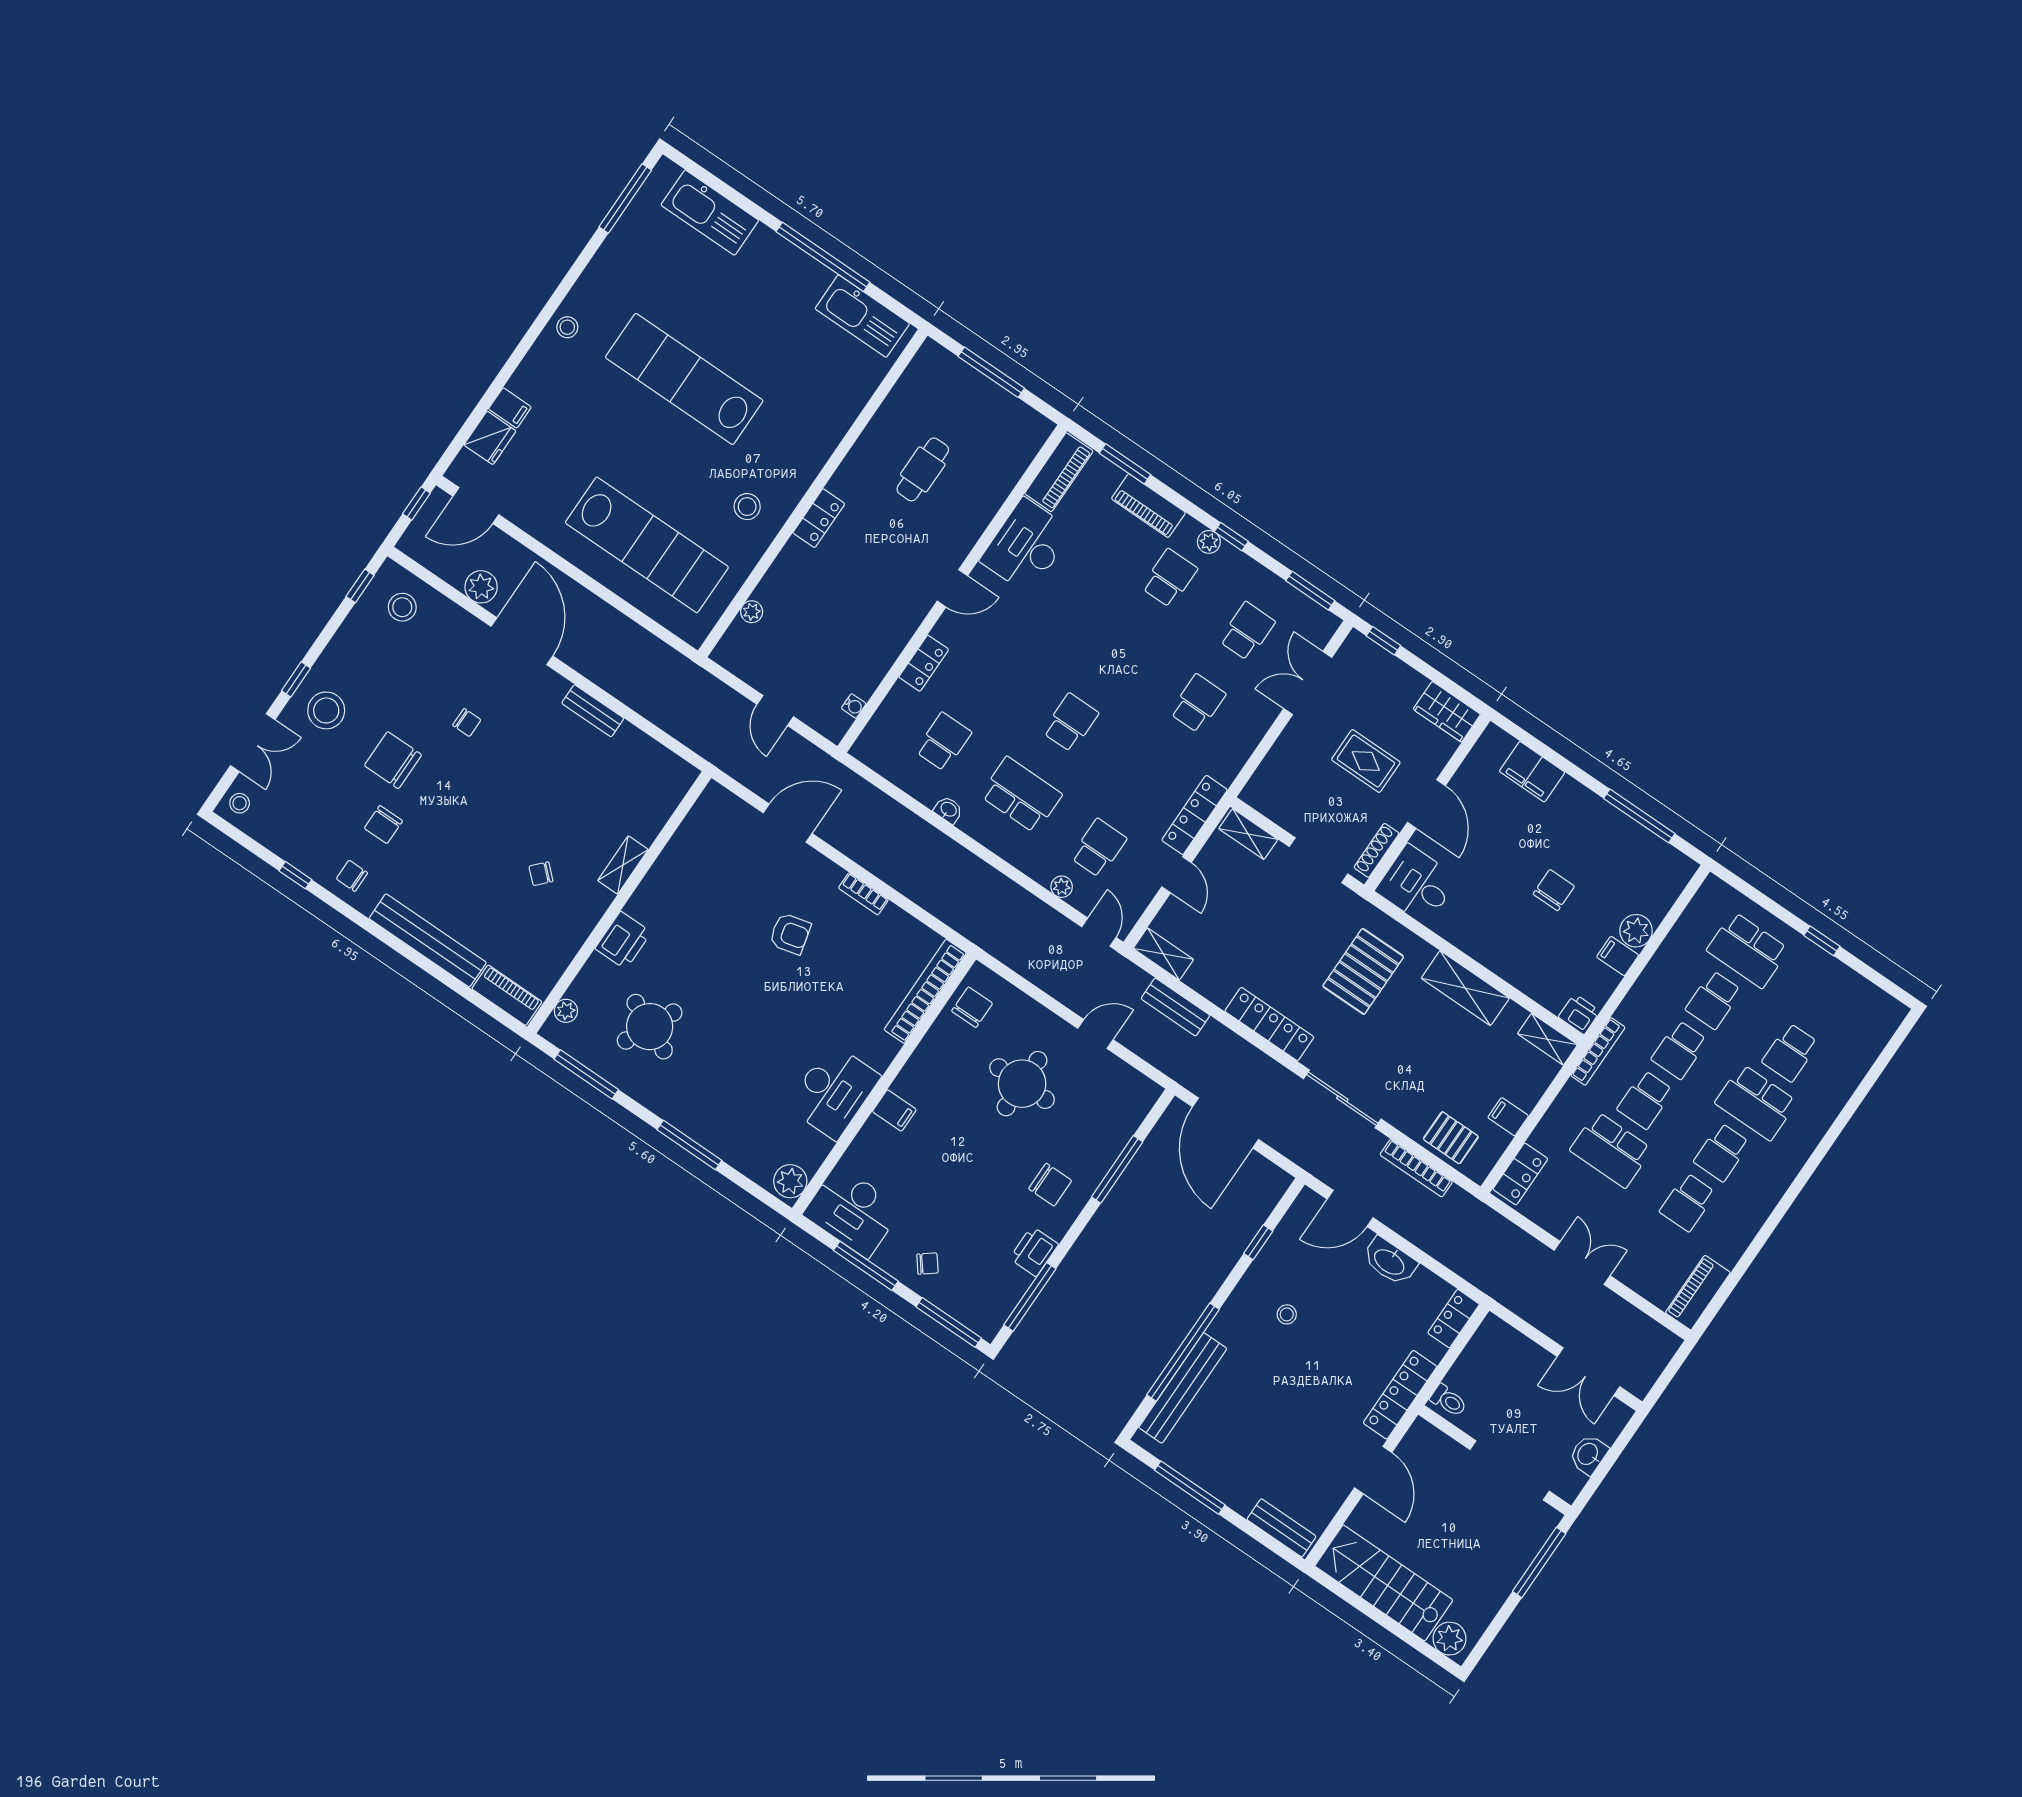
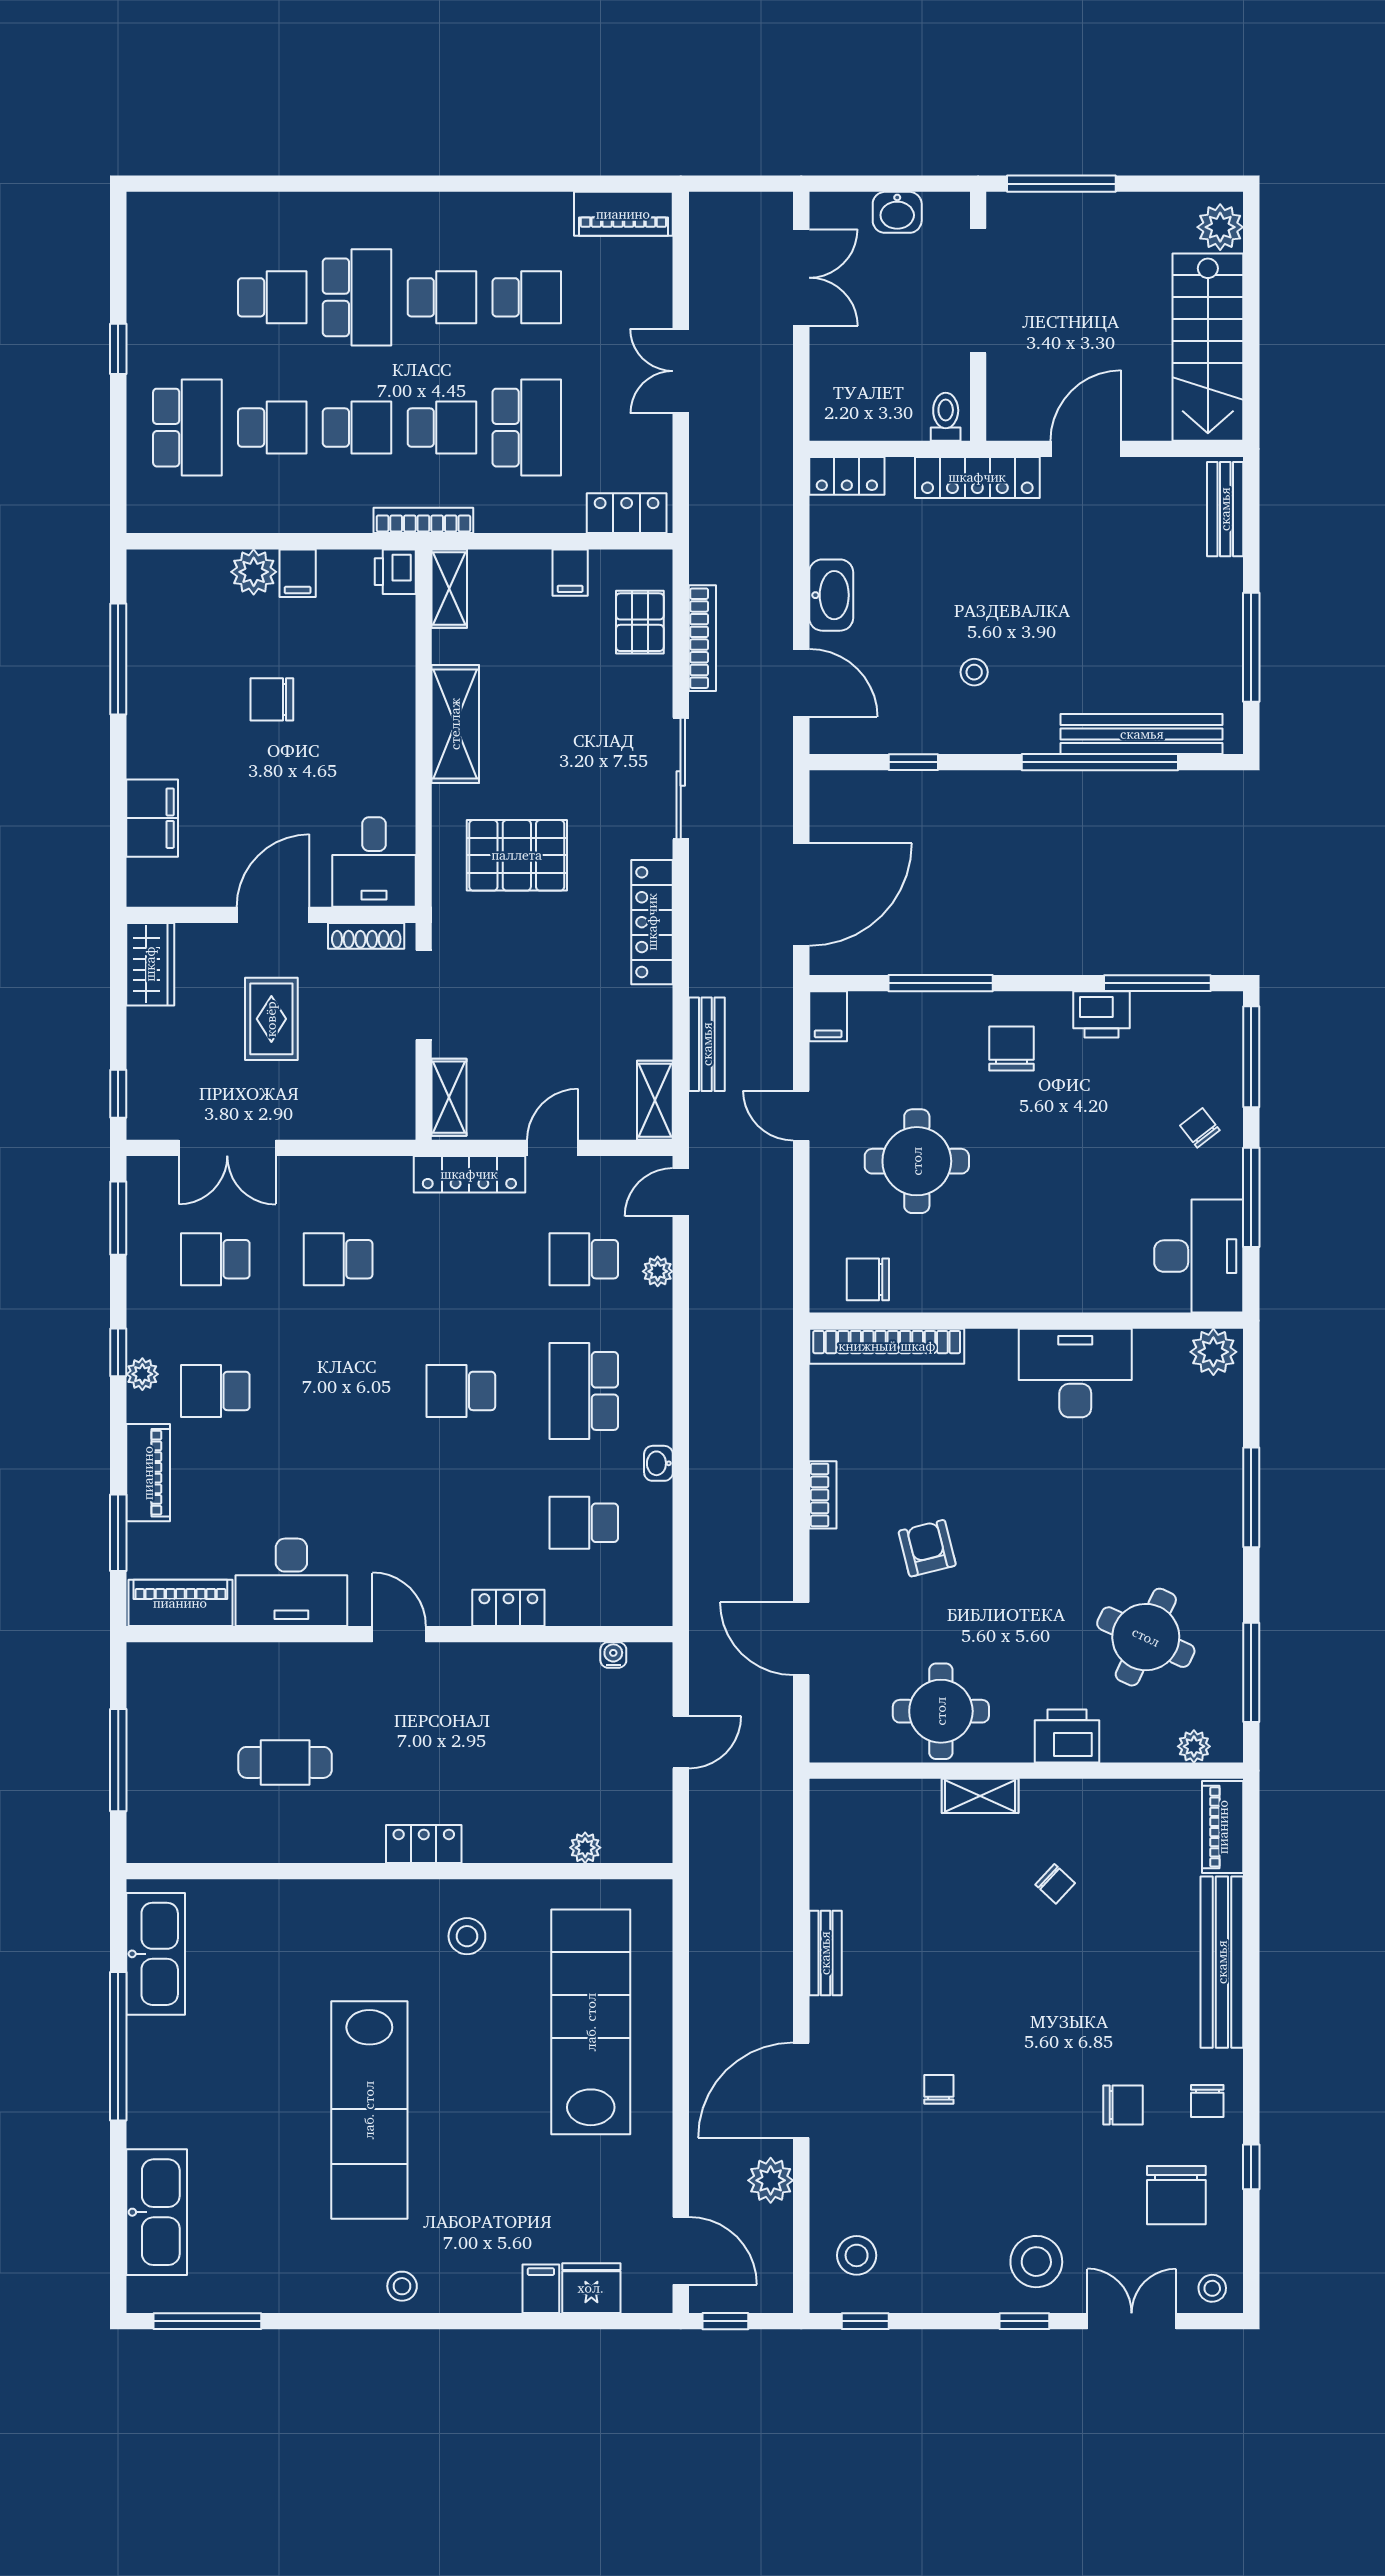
chair: (393, 760) -> (1176, 2195), moved
round table: (689, 876) -> (941, 1711), added
filing cabinet: (894, 1110) -> (828, 1016), moved, turned 180

